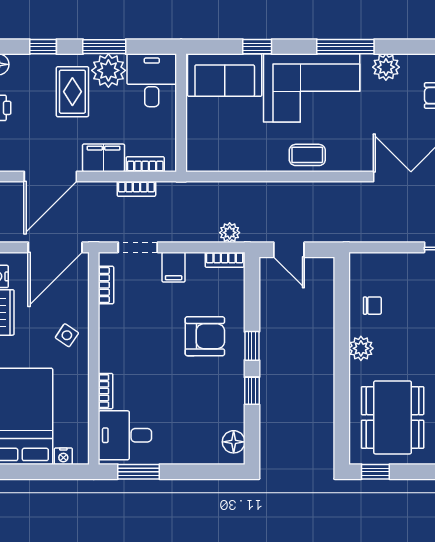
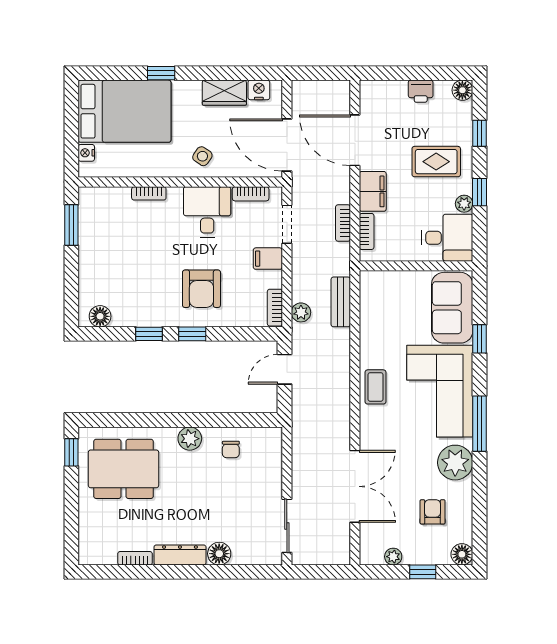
window: (104, 47) -> (480, 192), width x0.67
plant: (386, 67) -> (455, 463), width x1.36, depth x1.36
plant: (108, 70) -> (464, 204), width x0.53, depth x0.53
bench: (219, 191) -> (341, 302), added
desk: (125, 435) -> (207, 212), moved

